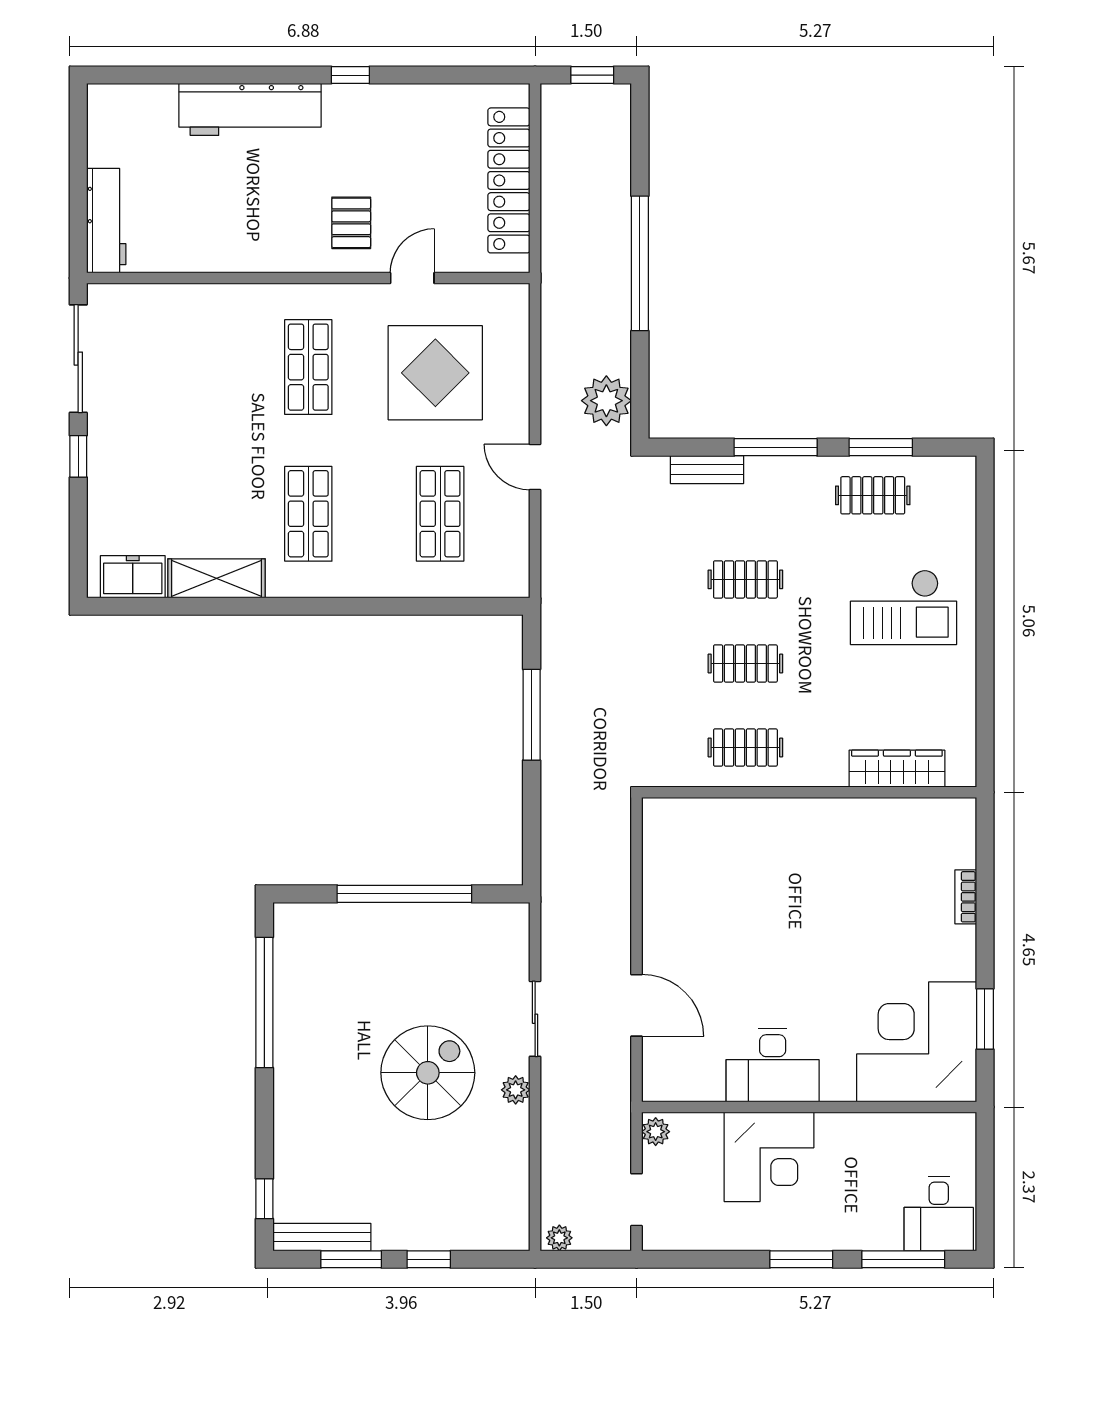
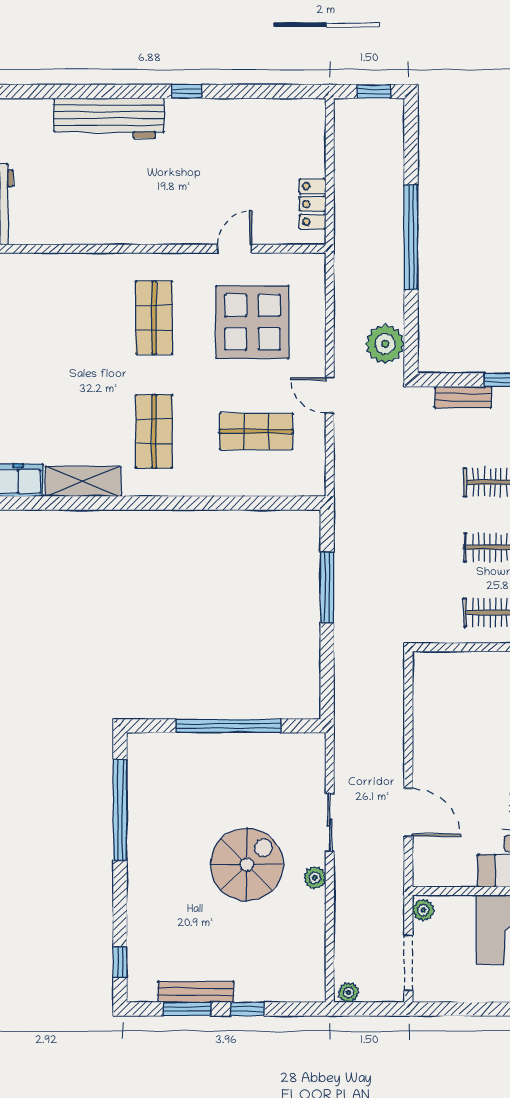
locker: (509, 180) -> (312, 204), width x0.46, depth x0.83
pallet: (351, 223) -> (187, 206), removed
shop shelf: (440, 514) -> (256, 431), turned 90
doorway: (637, 1200) -> (408, 963), width x1.38
bench: (322, 1237) -> (196, 992), moved

